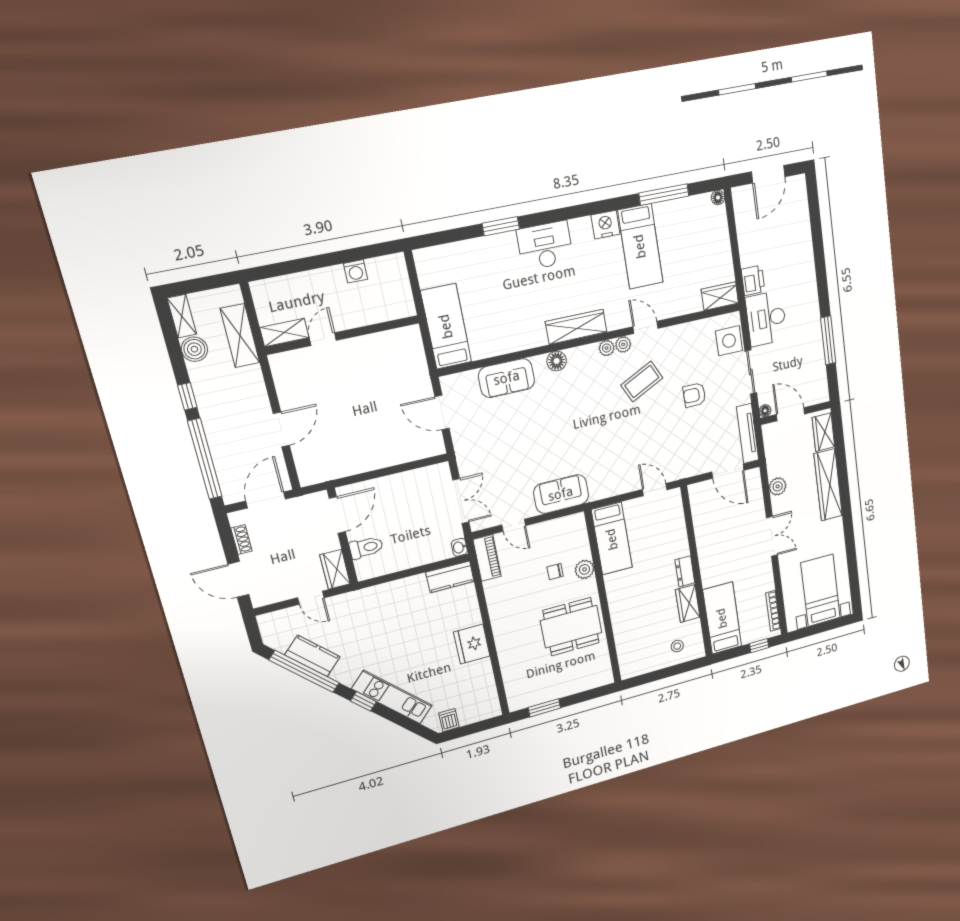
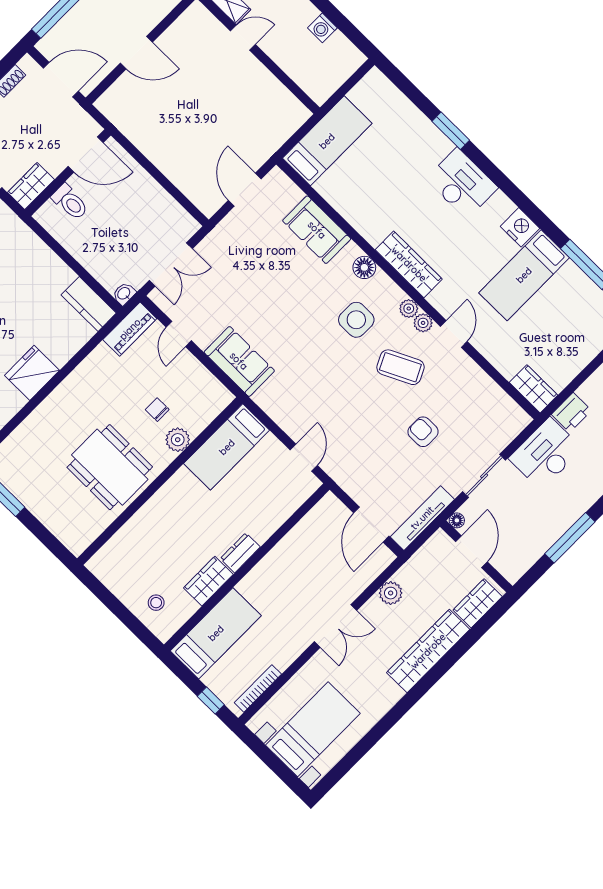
side table: (729, 341) -> (356, 320), moved

